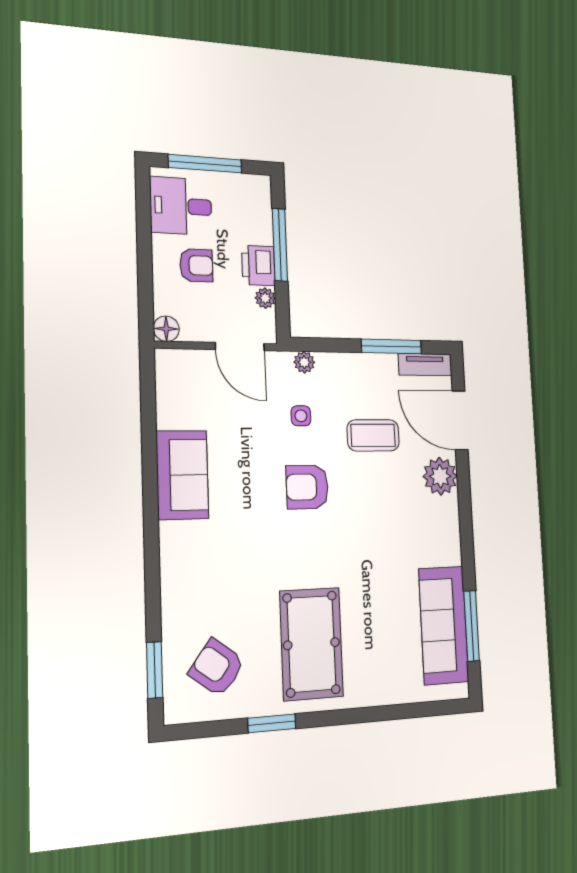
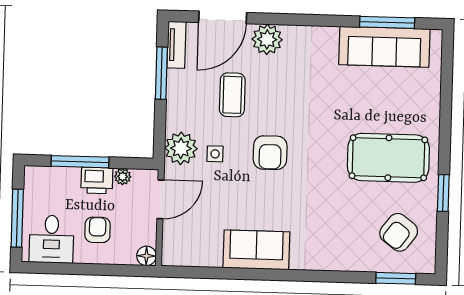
plant: (304, 362) -> (181, 148), width x1.87, depth x1.87

